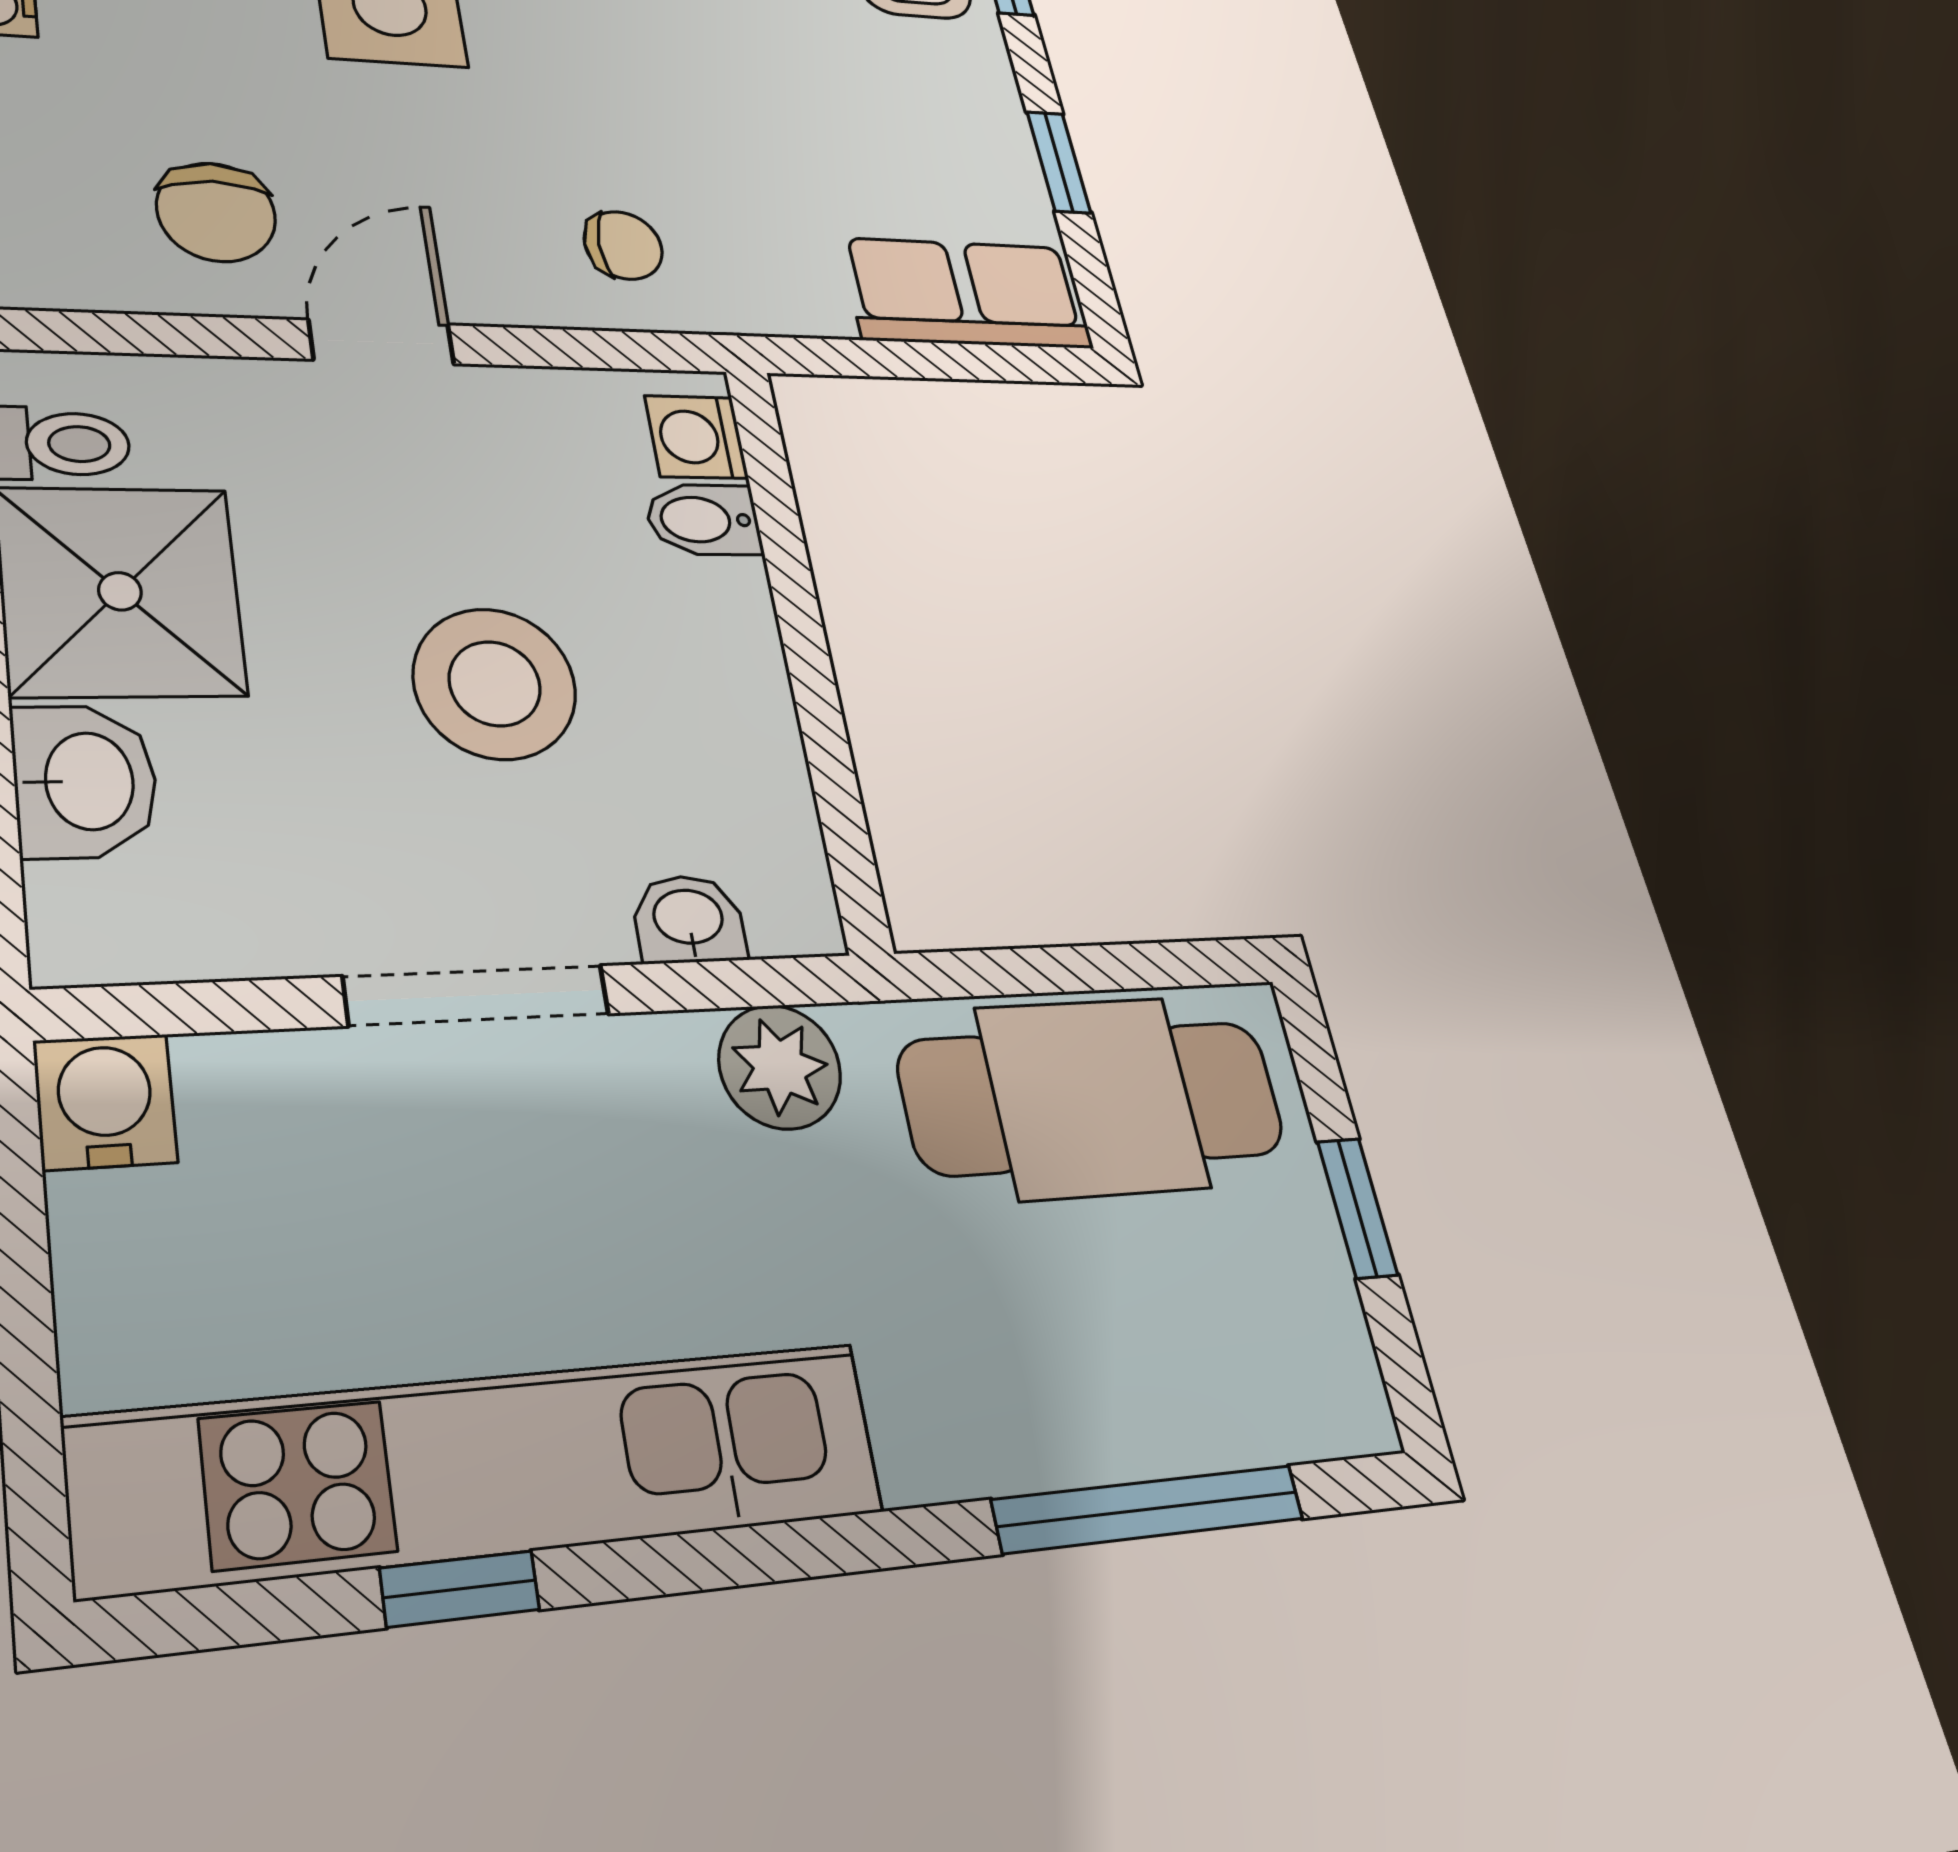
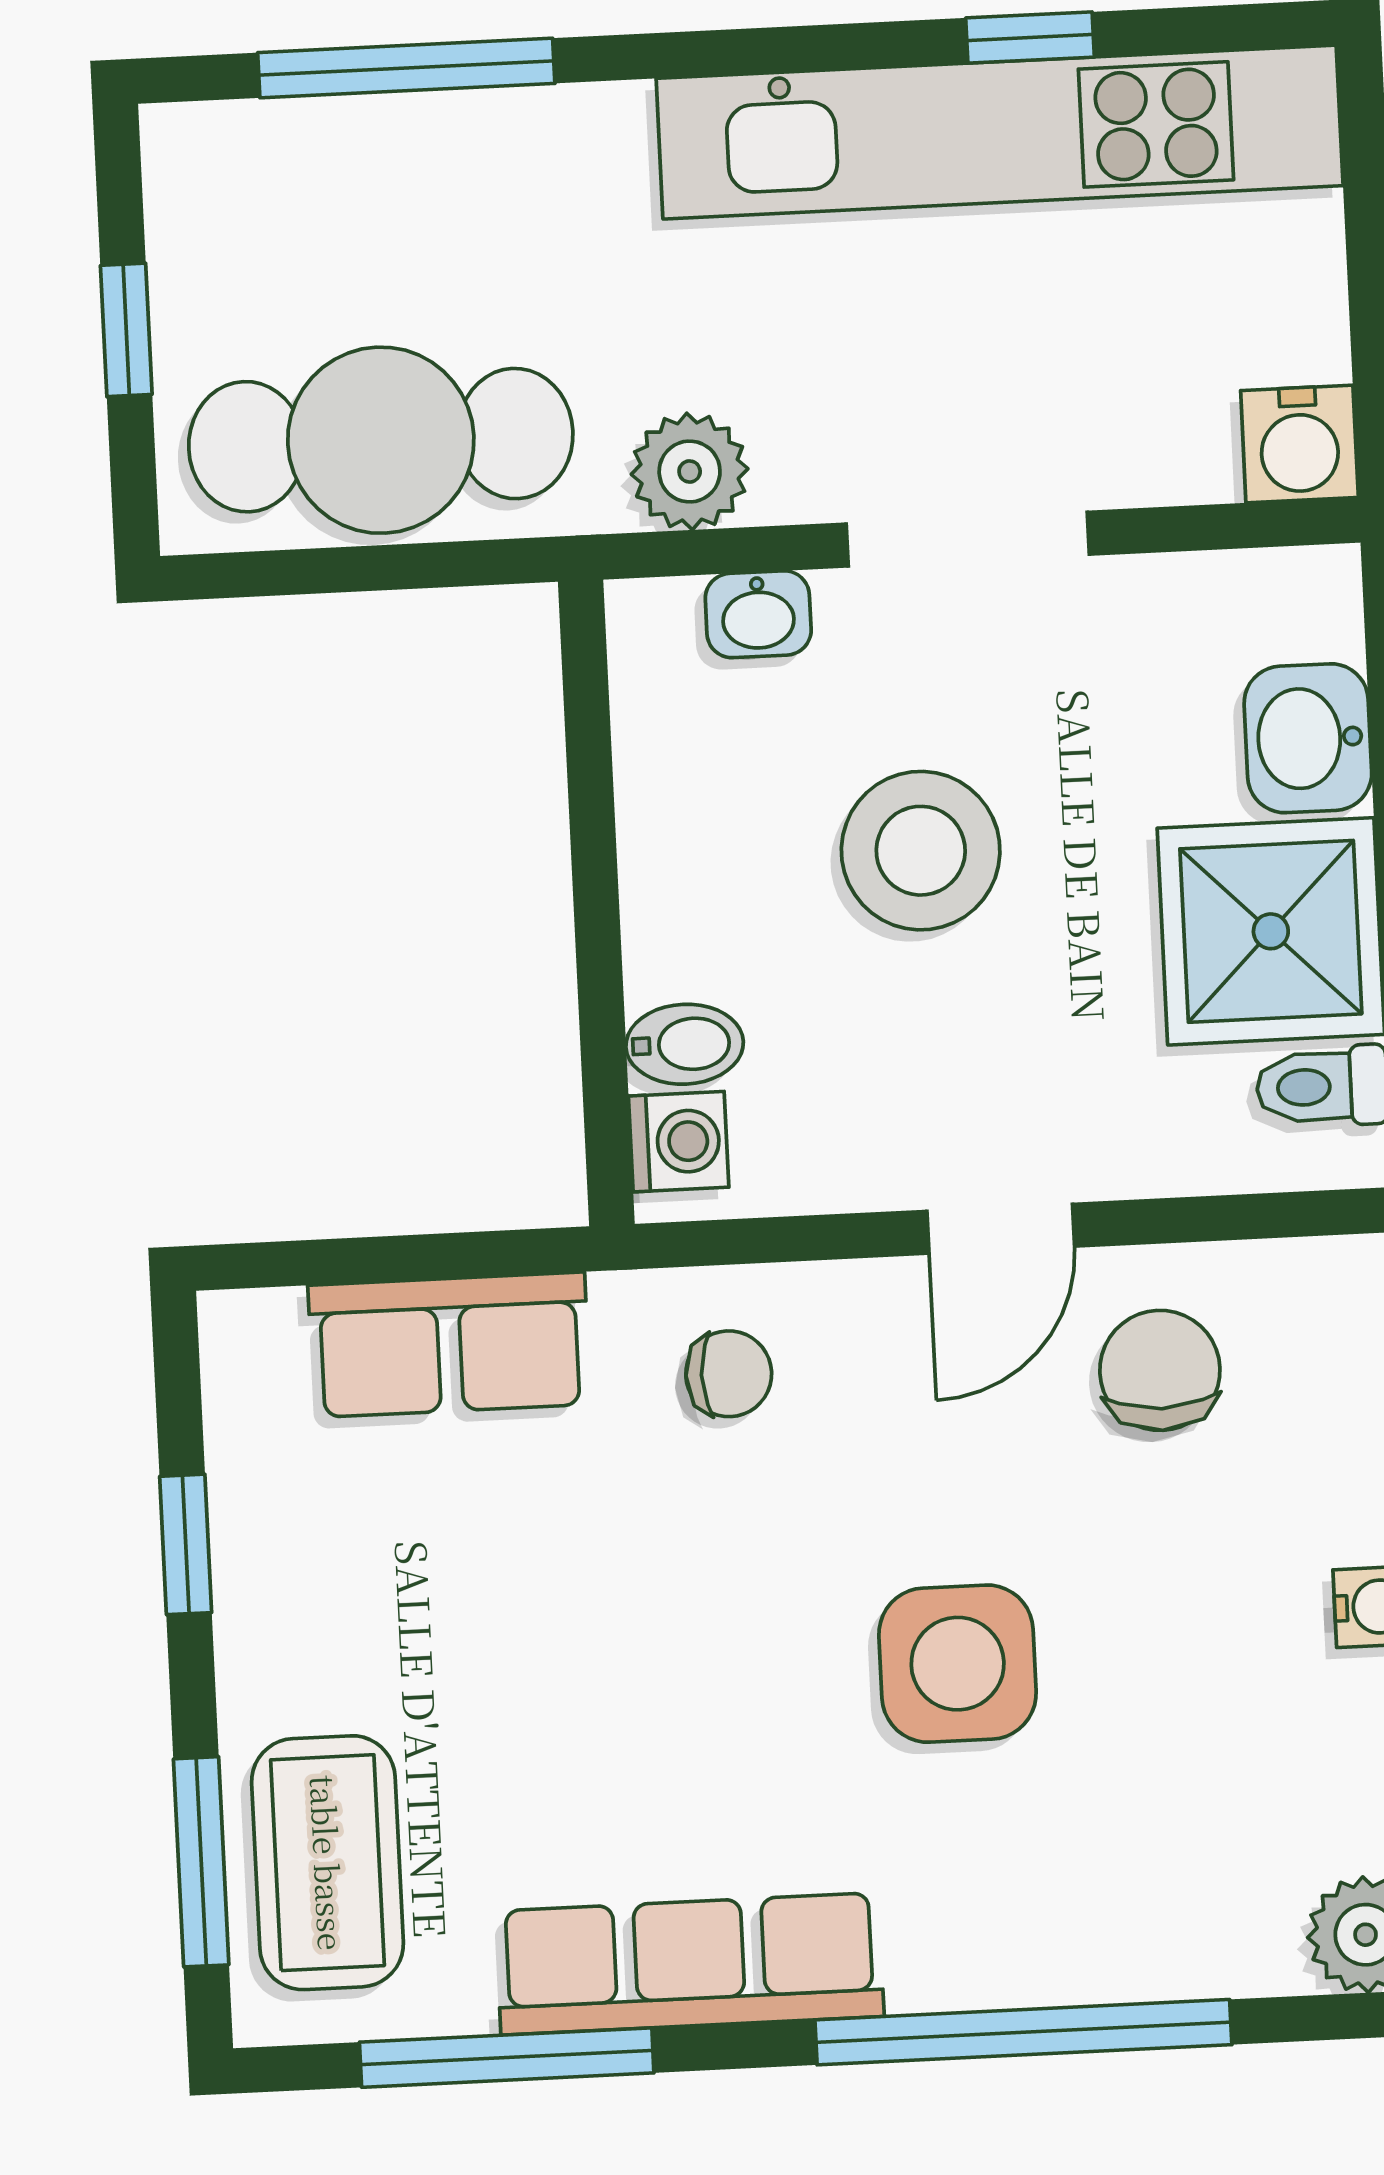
chair: (623, 245) -> (729, 1374), turned 180
row of seats: (966, 293) -> (449, 1345), moved

